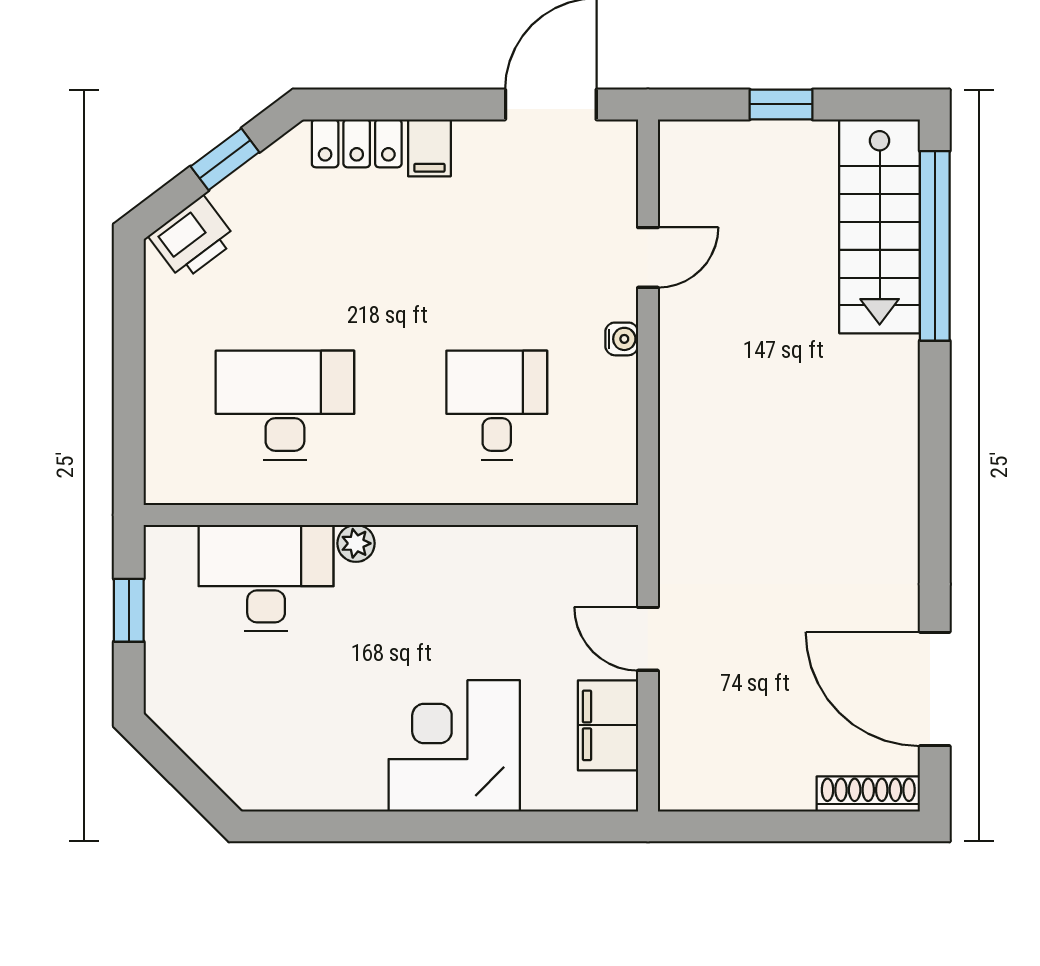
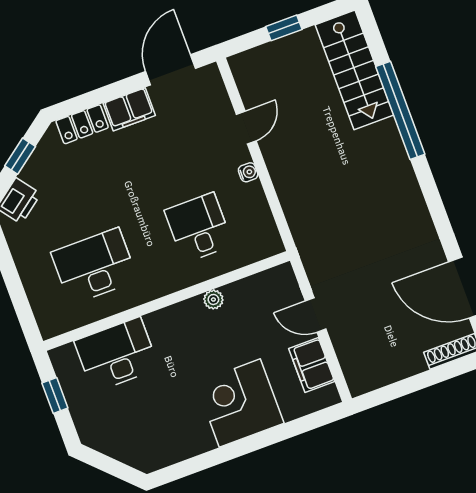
filing cabinet: (429, 148) -> (129, 109), width x2.00
window: (935, 246) -> (400, 110), moved
plant: (356, 543) -> (213, 299), moved

